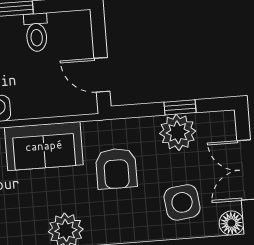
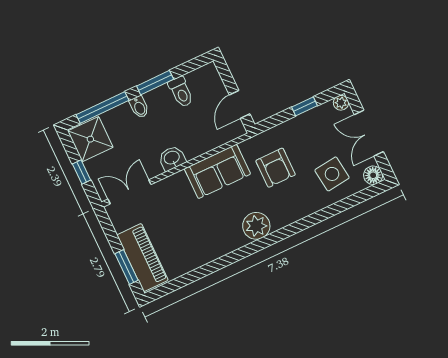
door: (102, 75) -> (240, 104), hinge flipped
plant: (178, 132) -> (341, 103), moved, width x0.53, depth x0.53

